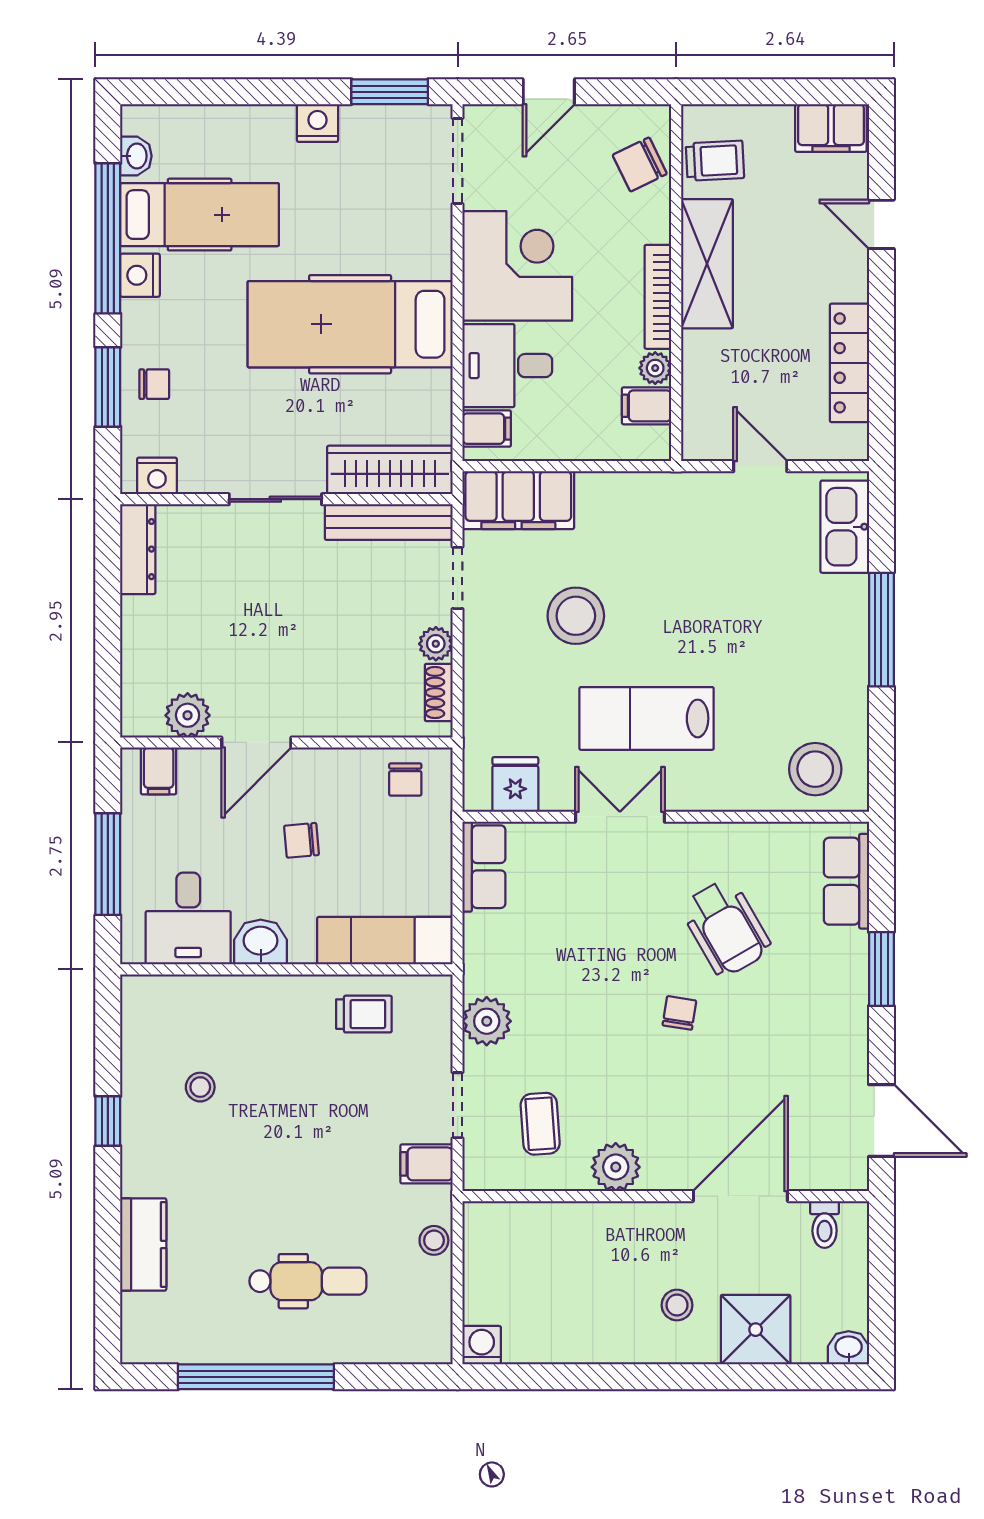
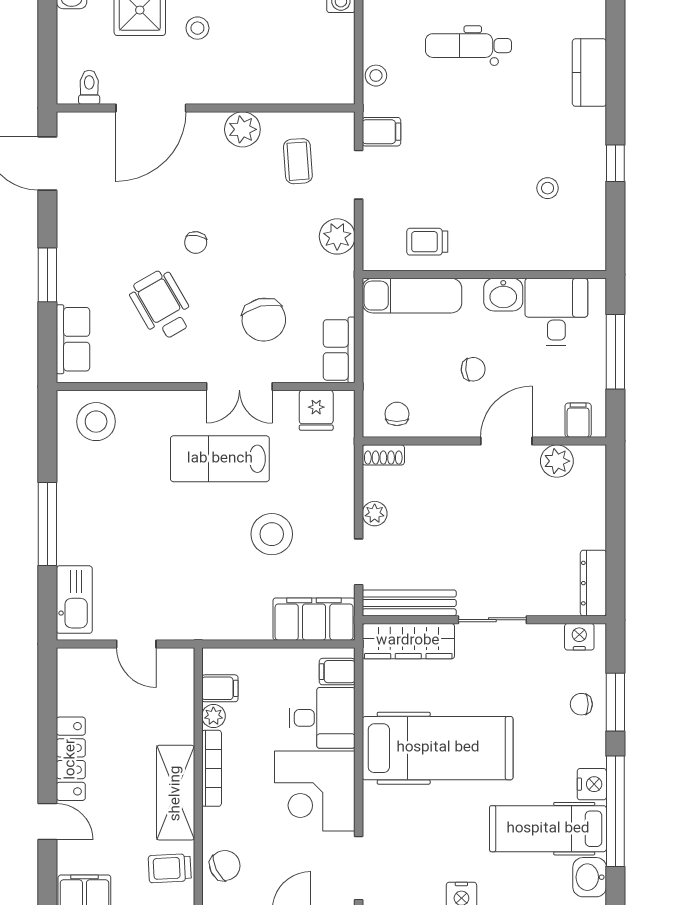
washbasin: (136, 156) -> (590, 877), width x1.38, depth x1.45
locker: (849, 363) -> (71, 759), moved
shoe rack: (439, 693) -> (383, 455), moved, turned 90
lab bench: (647, 718) -> (220, 459), turned 180
chair: (587, 908) -> (264, 320), added

